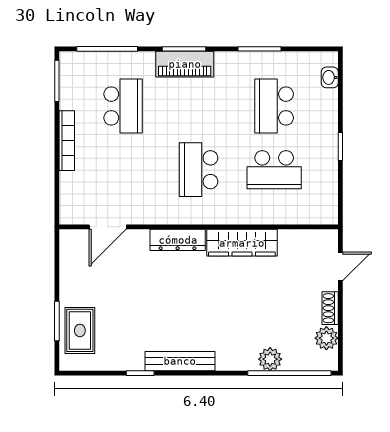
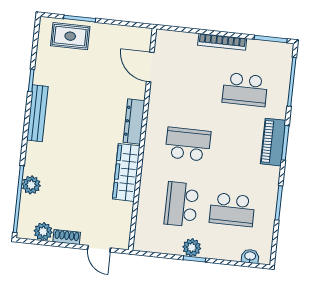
school desk: (274, 106) -> (232, 210), turned 180
plant: (327, 151) -> (192, 248), added

